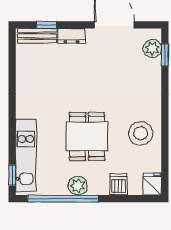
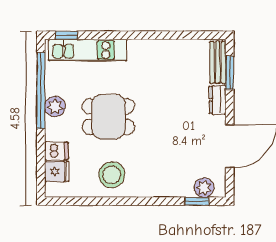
window: (47, 25) -> (230, 73), width x1.50
fridge: (152, 184) -> (57, 172), moved

